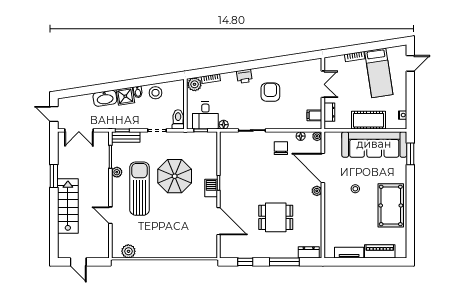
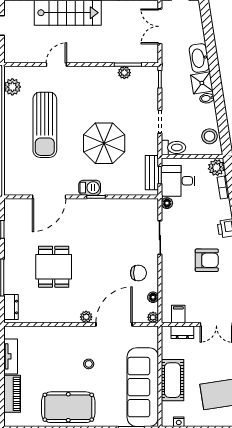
stool: (156, 93) -> (209, 136), moved
bench: (126, 137) -> (152, 173), moved
plant: (117, 172) -> (124, 73), moved
sun lounger: (140, 189) -> (45, 125), moved, turned 90

